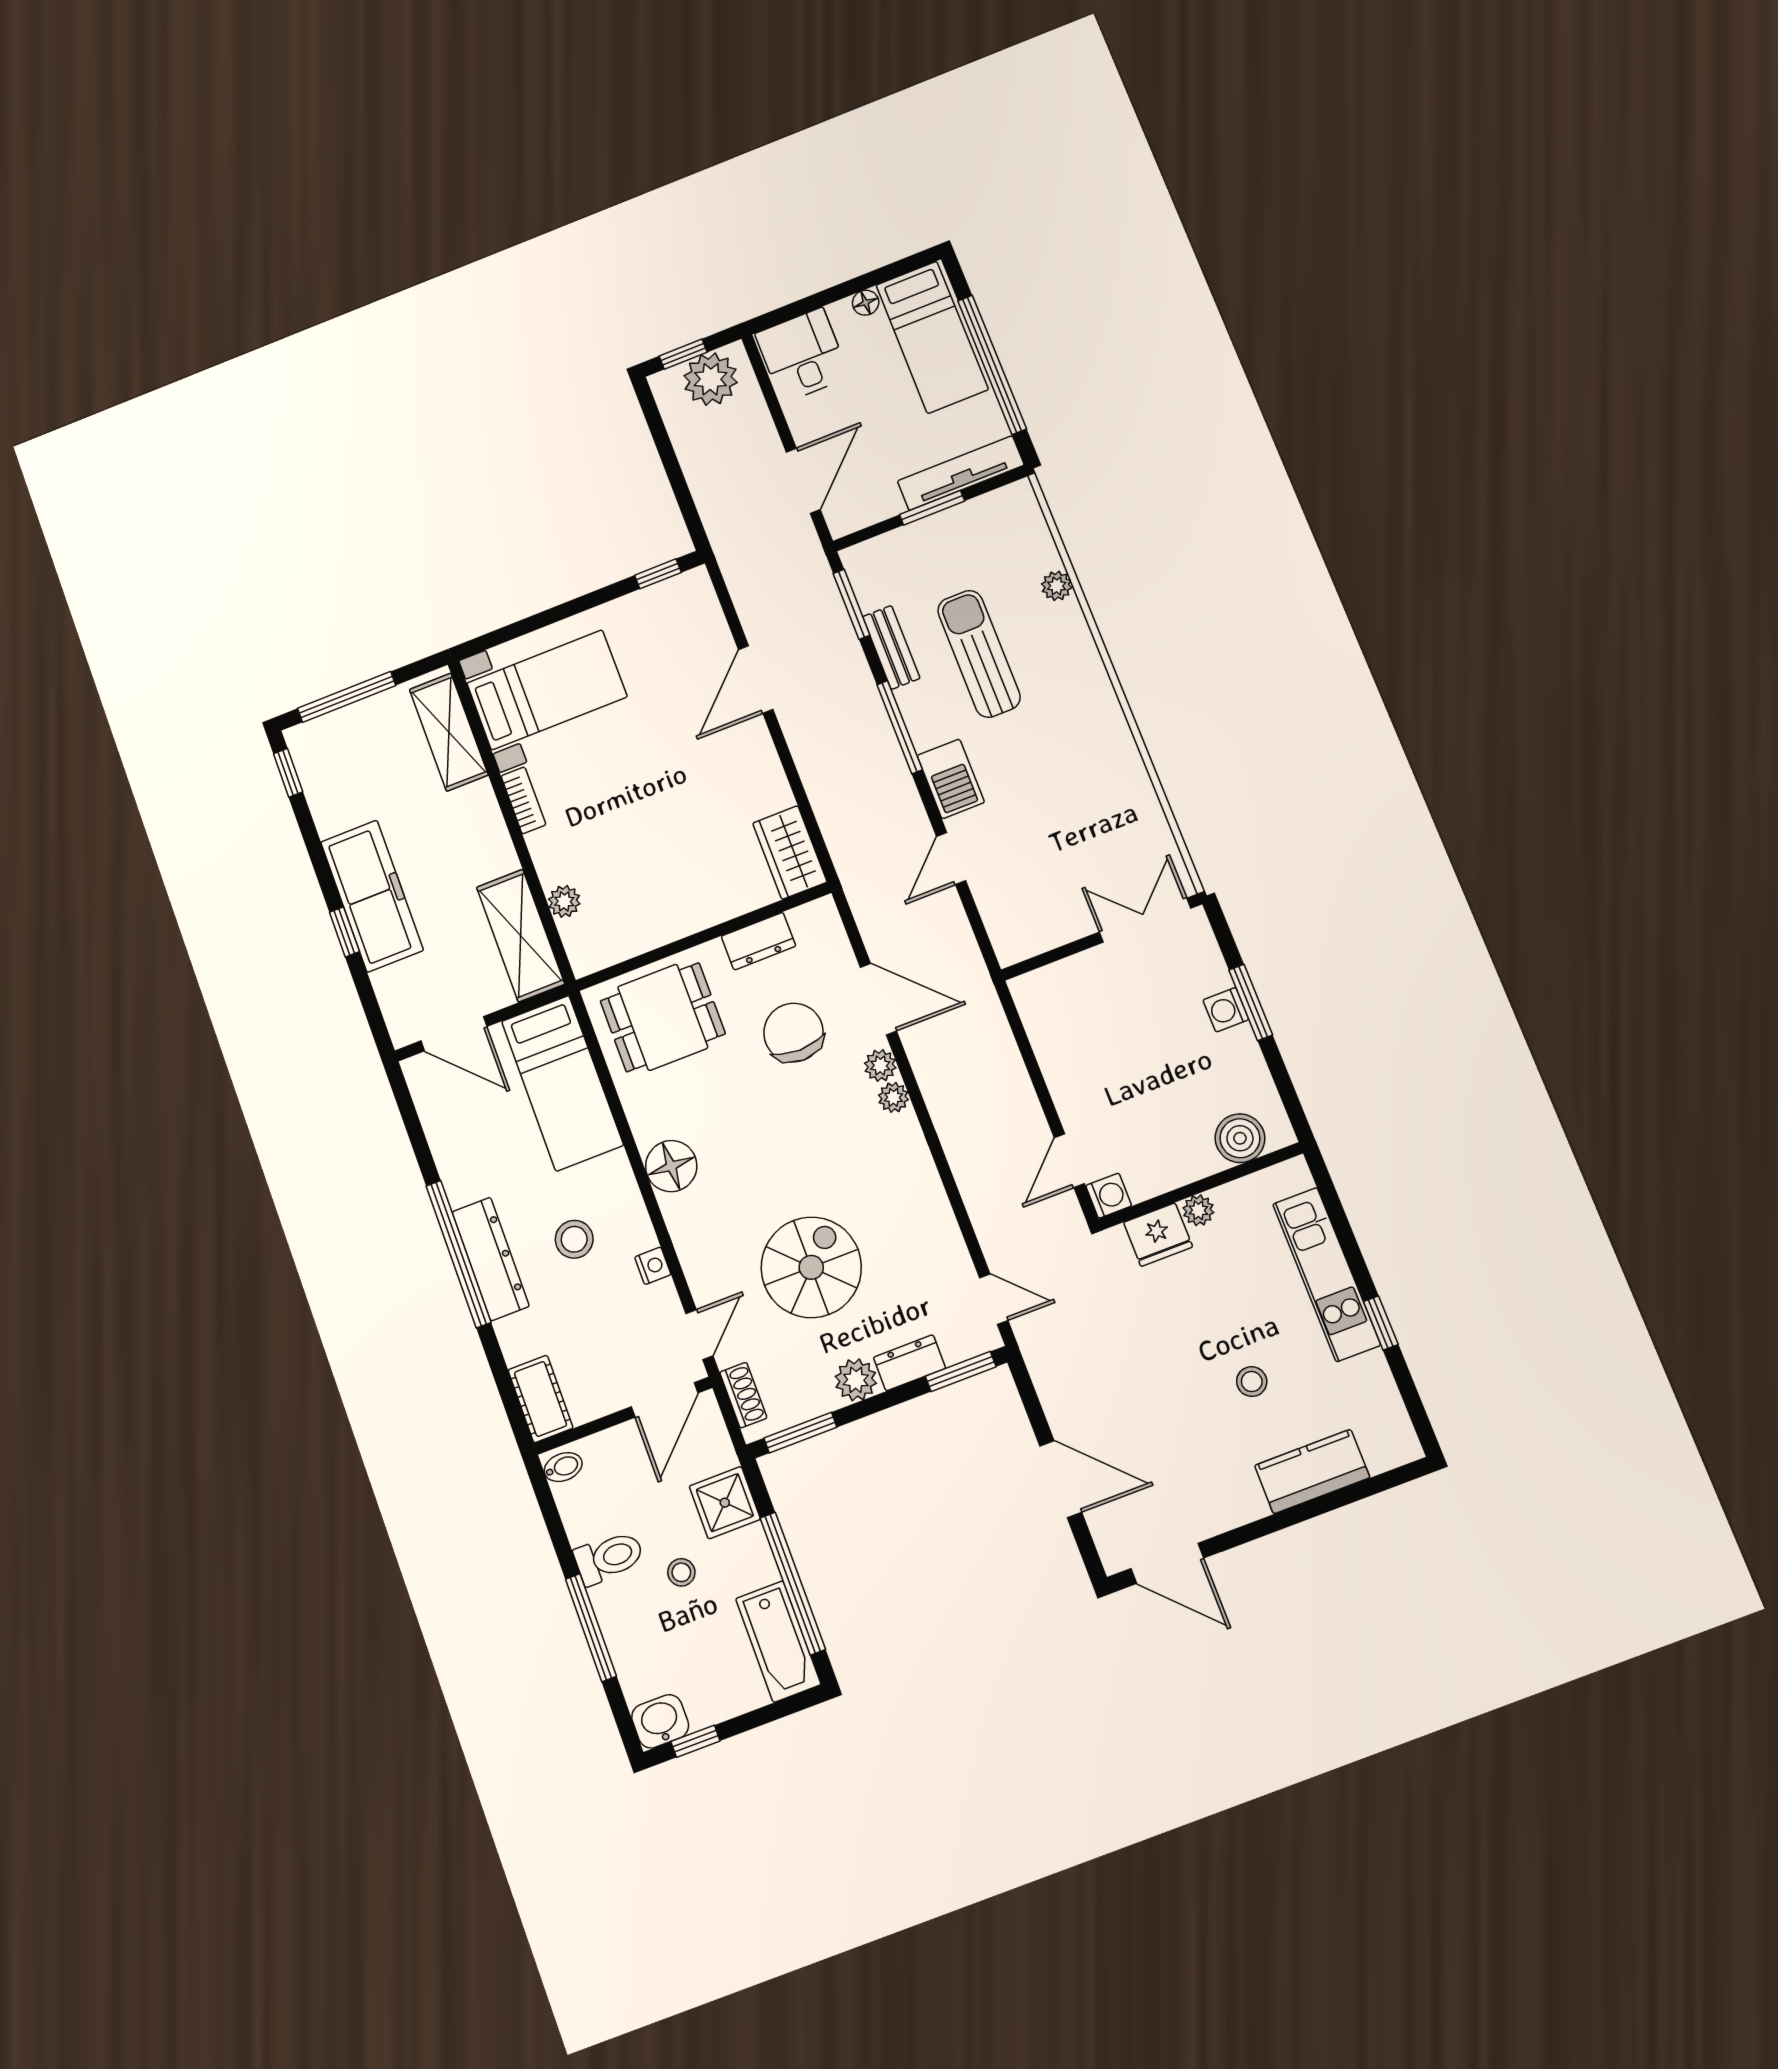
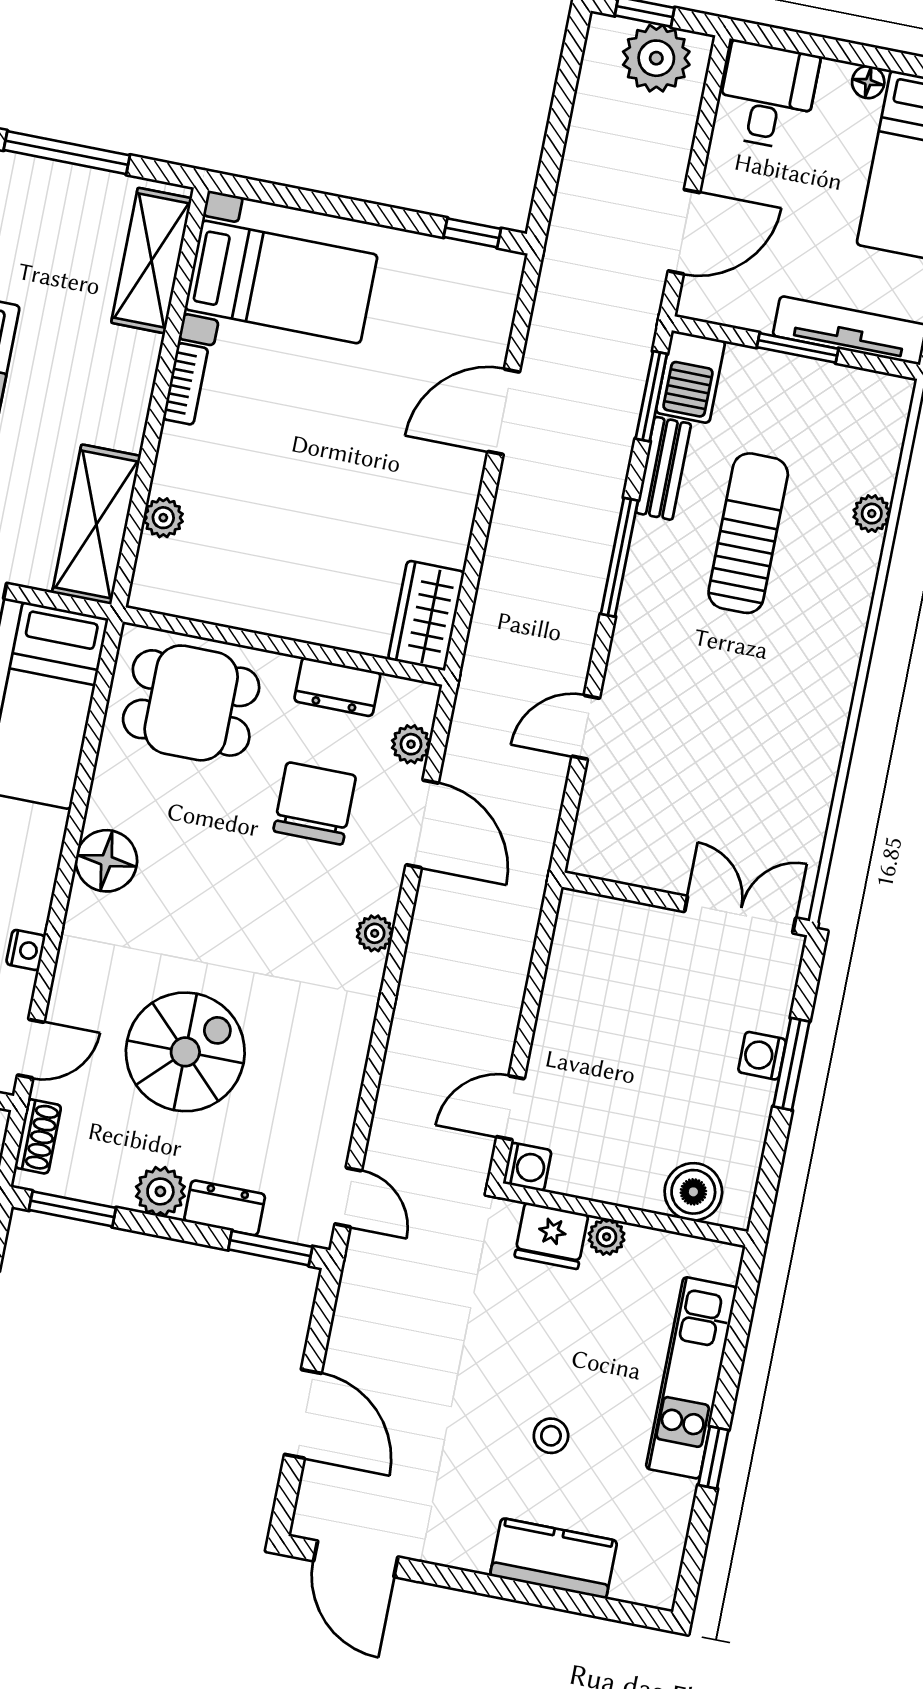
barbecue: (951, 779) -> (690, 377), moved
plant: (880, 1066) -> (411, 744), moved

